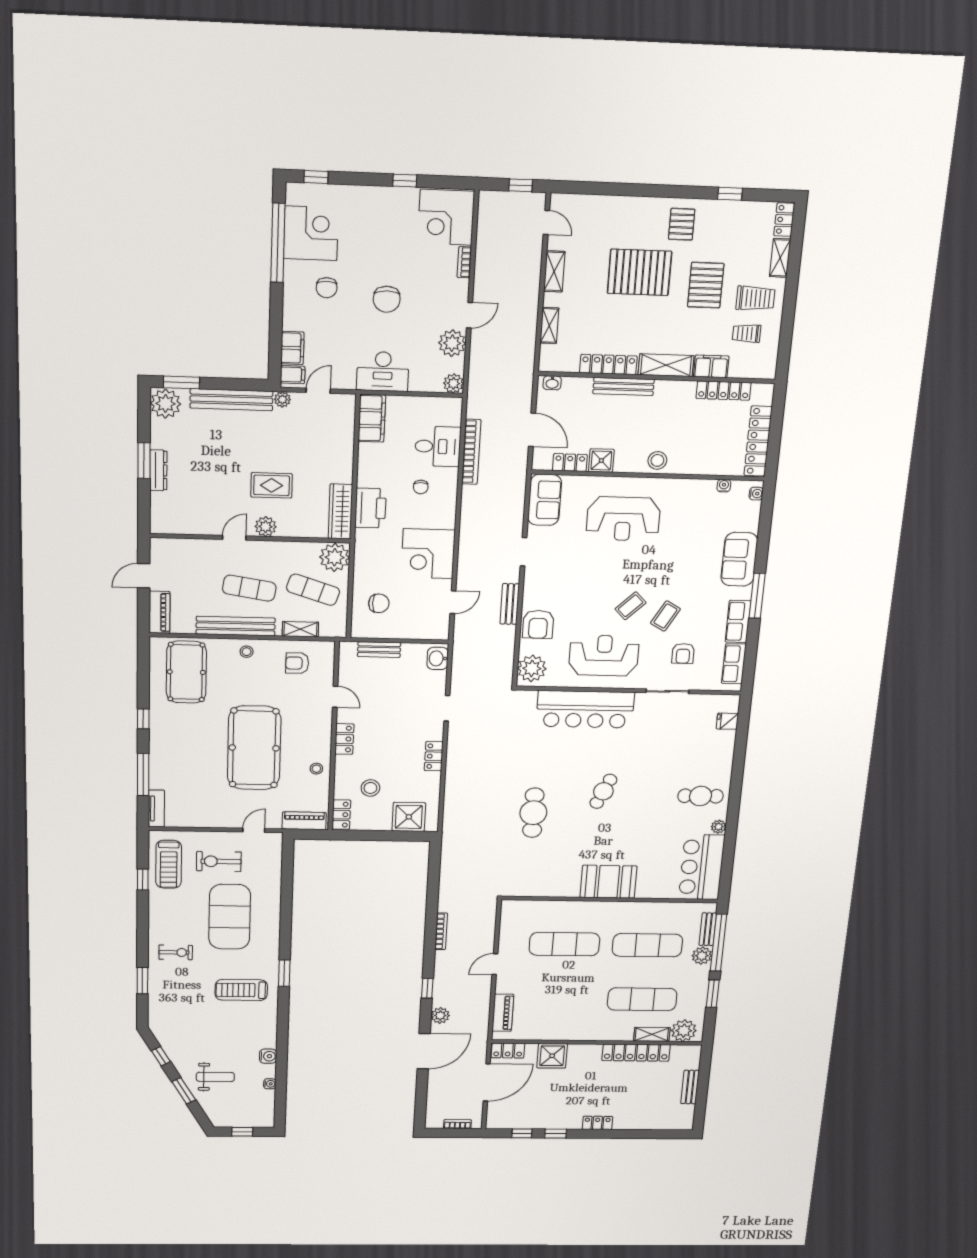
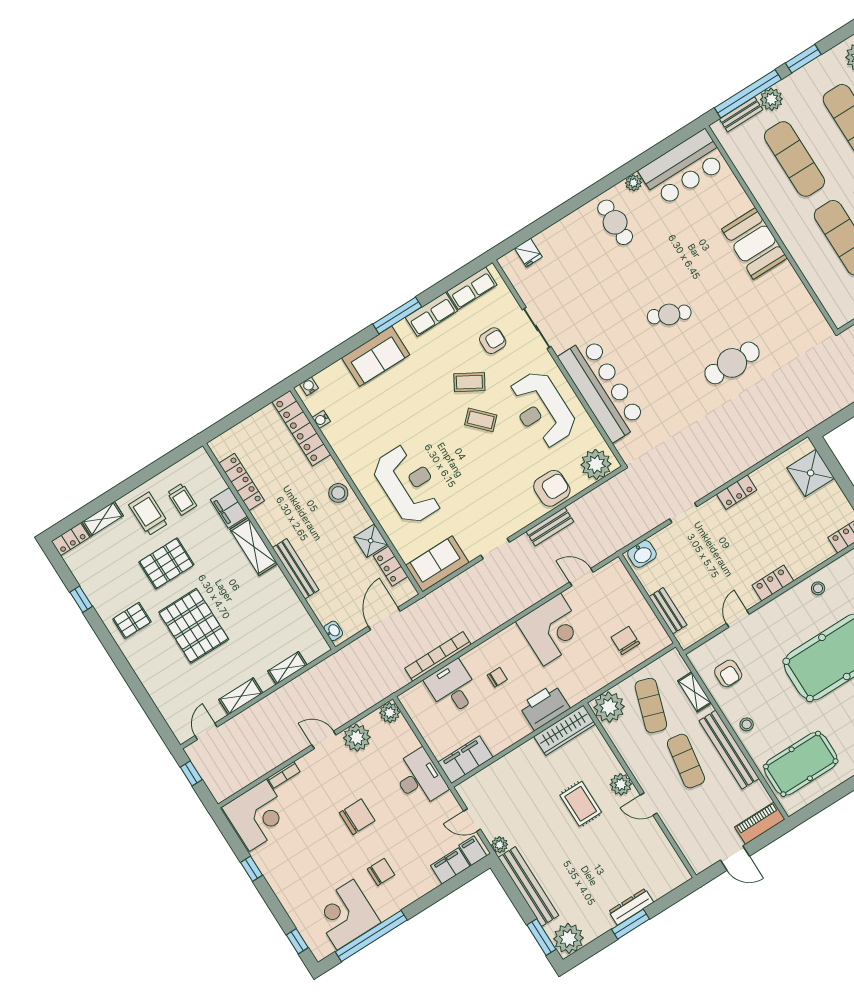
locker: (608, 364) -> (286, 595), removed
locker: (758, 441) -> (301, 428), moved, turned 90
stool: (370, 788) -> (805, 527), removed

